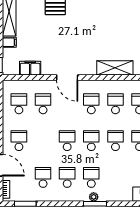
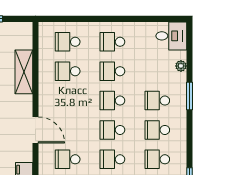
door: (67, 77) -> (35, 130), hinge flipped
school desk: (91, 104) -> (112, 159), moved
plant: (94, 197) -> (181, 66), moved

